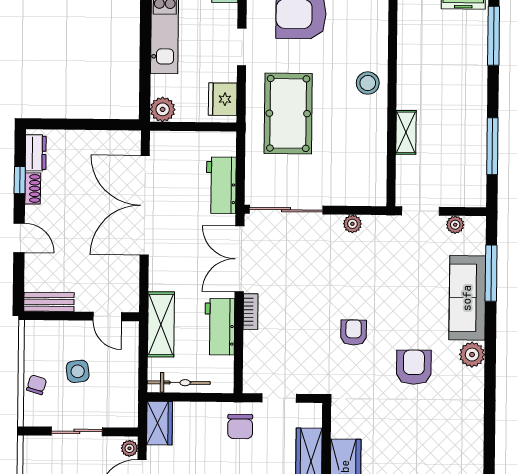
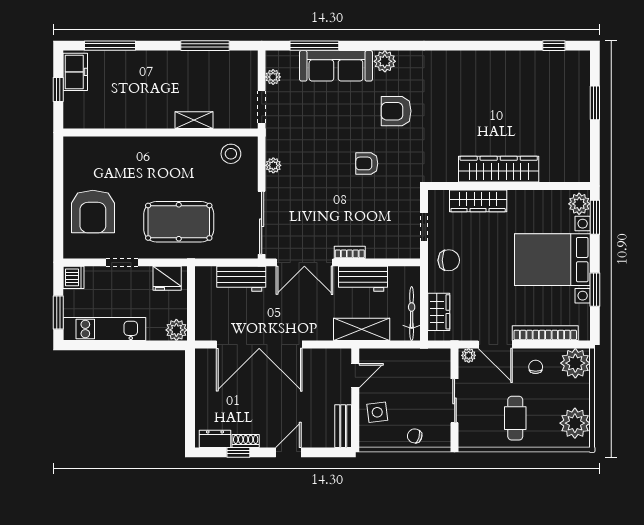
stool: (368, 83) -> (231, 154), moved
side table: (78, 371) -> (377, 412), moved
wardrobe: (160, 423) -> (439, 312), moved, turned 90

